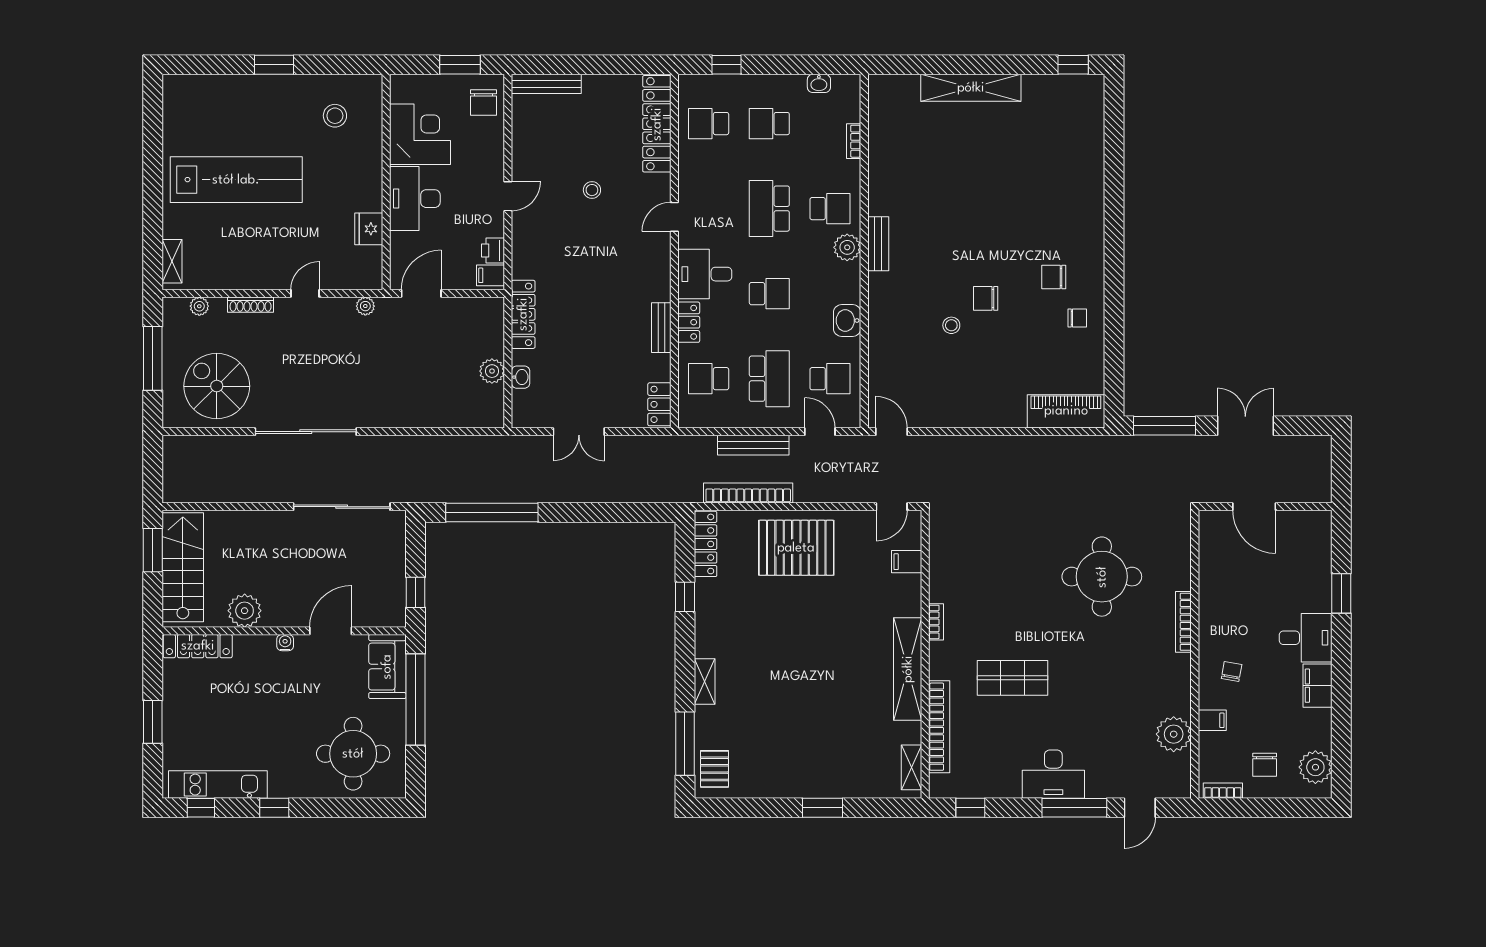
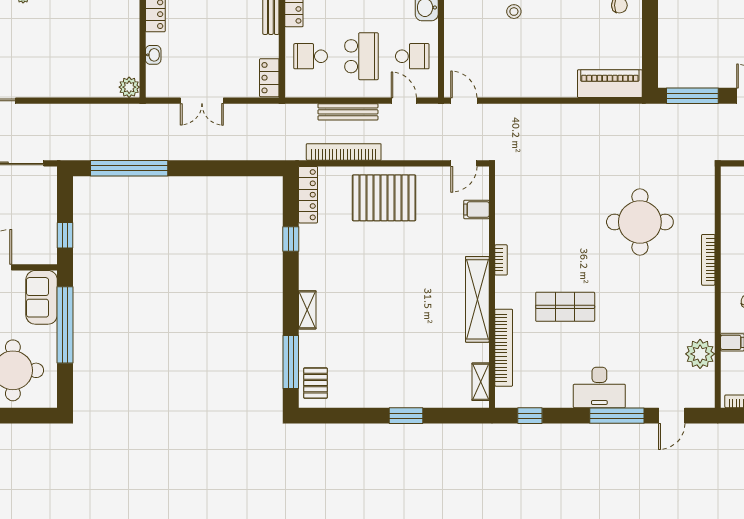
plant: (492, 371) -> (129, 87), moved

